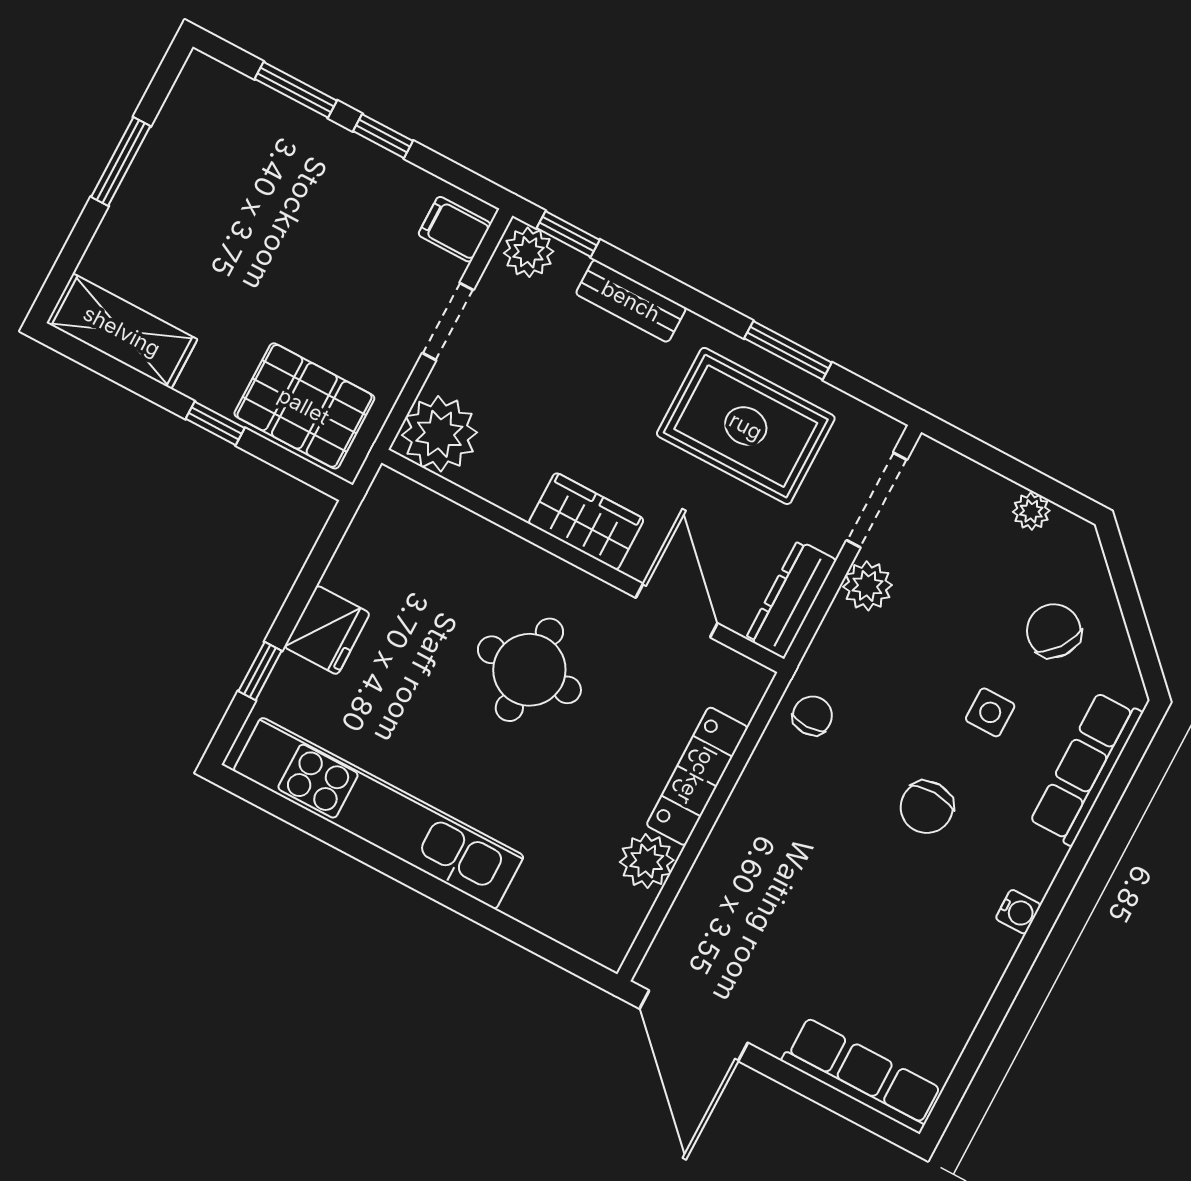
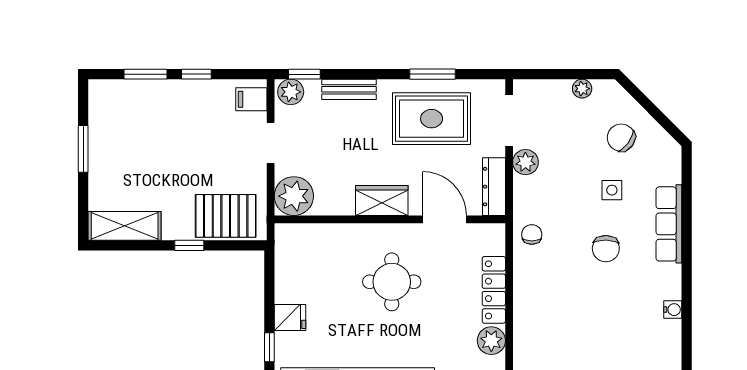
fridge: (327, 630) -> (290, 318), width x0.72
row of seats: (1086, 768) -> (669, 224), moved
water cooler: (1018, 912) -> (673, 310), moved

